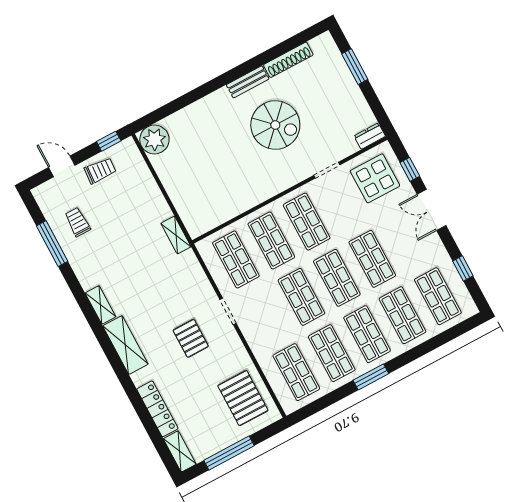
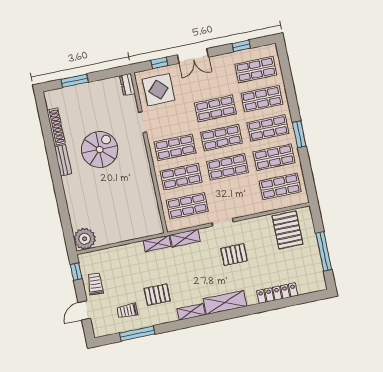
pallet: (110, 254) -> (157, 295), added
pallet: (243, 398) -> (287, 230), turned 90
shelving: (180, 451) -> (185, 238), moved

